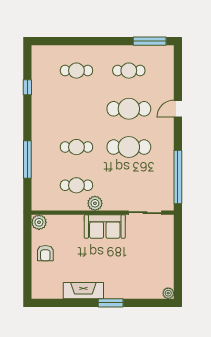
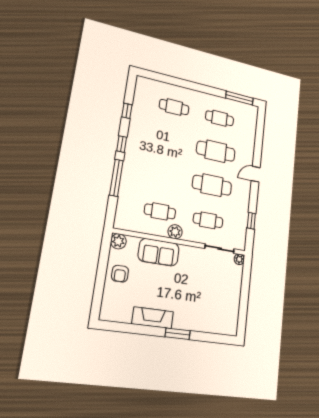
door: (178, 109) -> (256, 174), moved
window: (27, 124) -> (122, 144), added
cafe table: (76, 147) -> (208, 220), moved
window: (178, 177) -> (251, 221), width x0.32
sofa: (105, 227) -> (159, 252), moved
plant: (168, 293) -> (239, 259), moved

